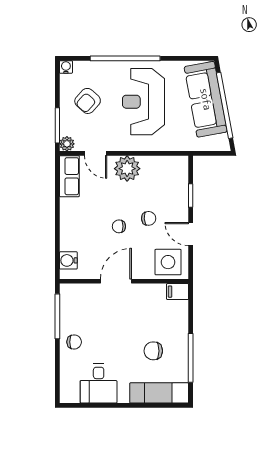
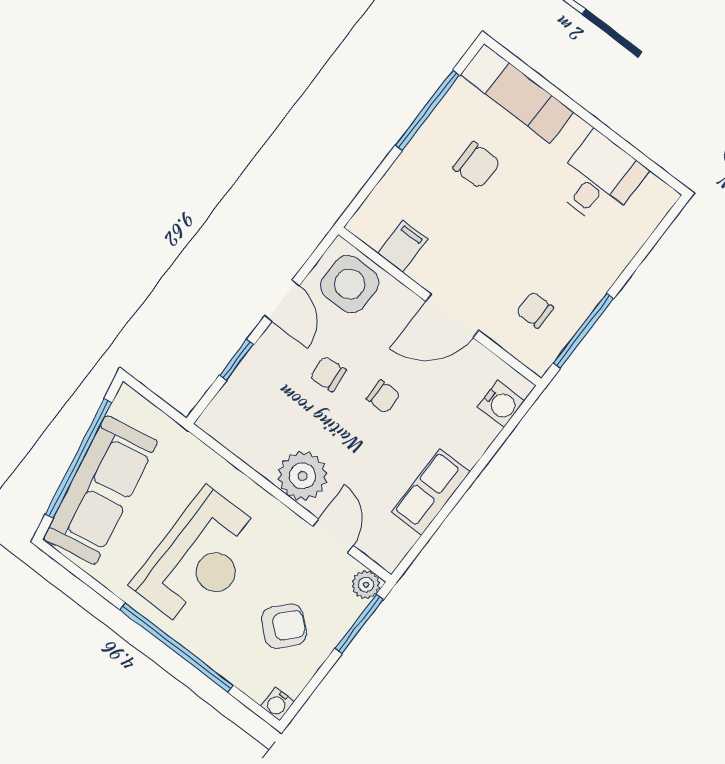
row of seats: (69, 176) -> (431, 492), moved
filing cabinet: (178, 292) -> (403, 246), moved, turned -90
chair: (74, 342) -> (535, 310), moved

